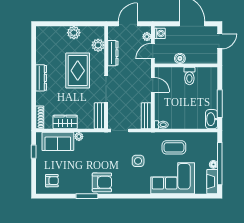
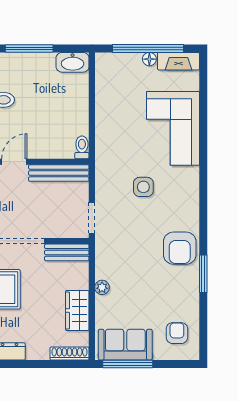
window: (220, 104) -> (29, 48), moved
bench: (146, 116) -> (59, 173), width x1.36
sofa: (58, 141) -> (125, 345), moved, turned -90
coffee table: (174, 147) -> (120, 126), removed
window: (34, 152) -> (128, 364), width x2.17
armchair: (102, 182) -> (180, 248), turned 180

